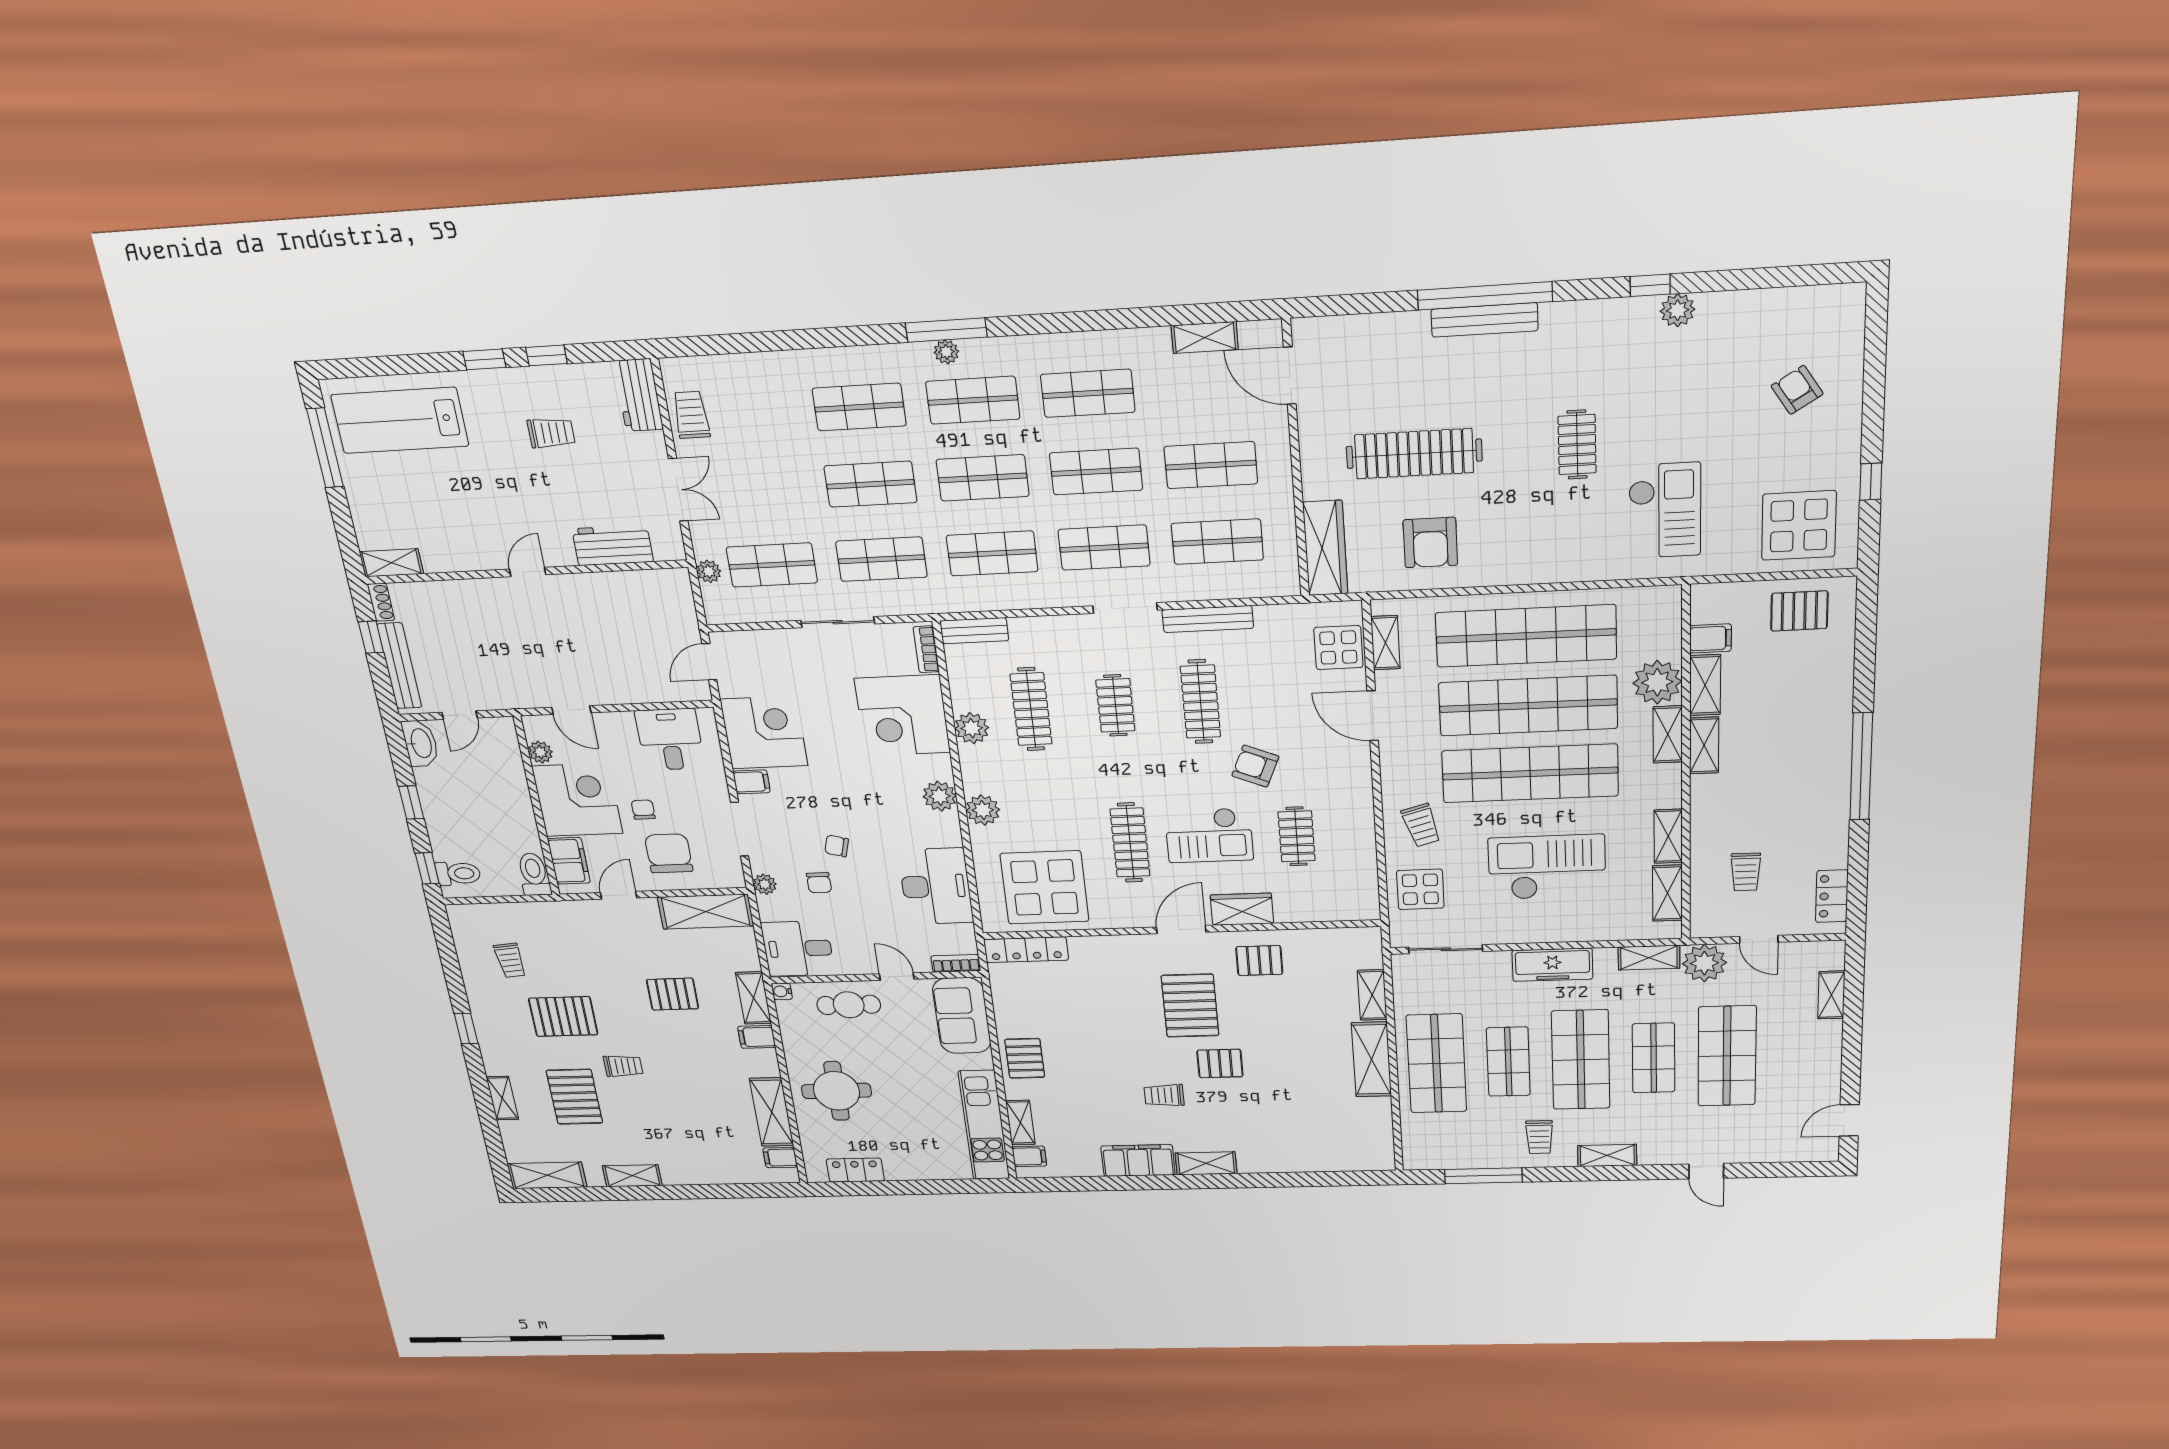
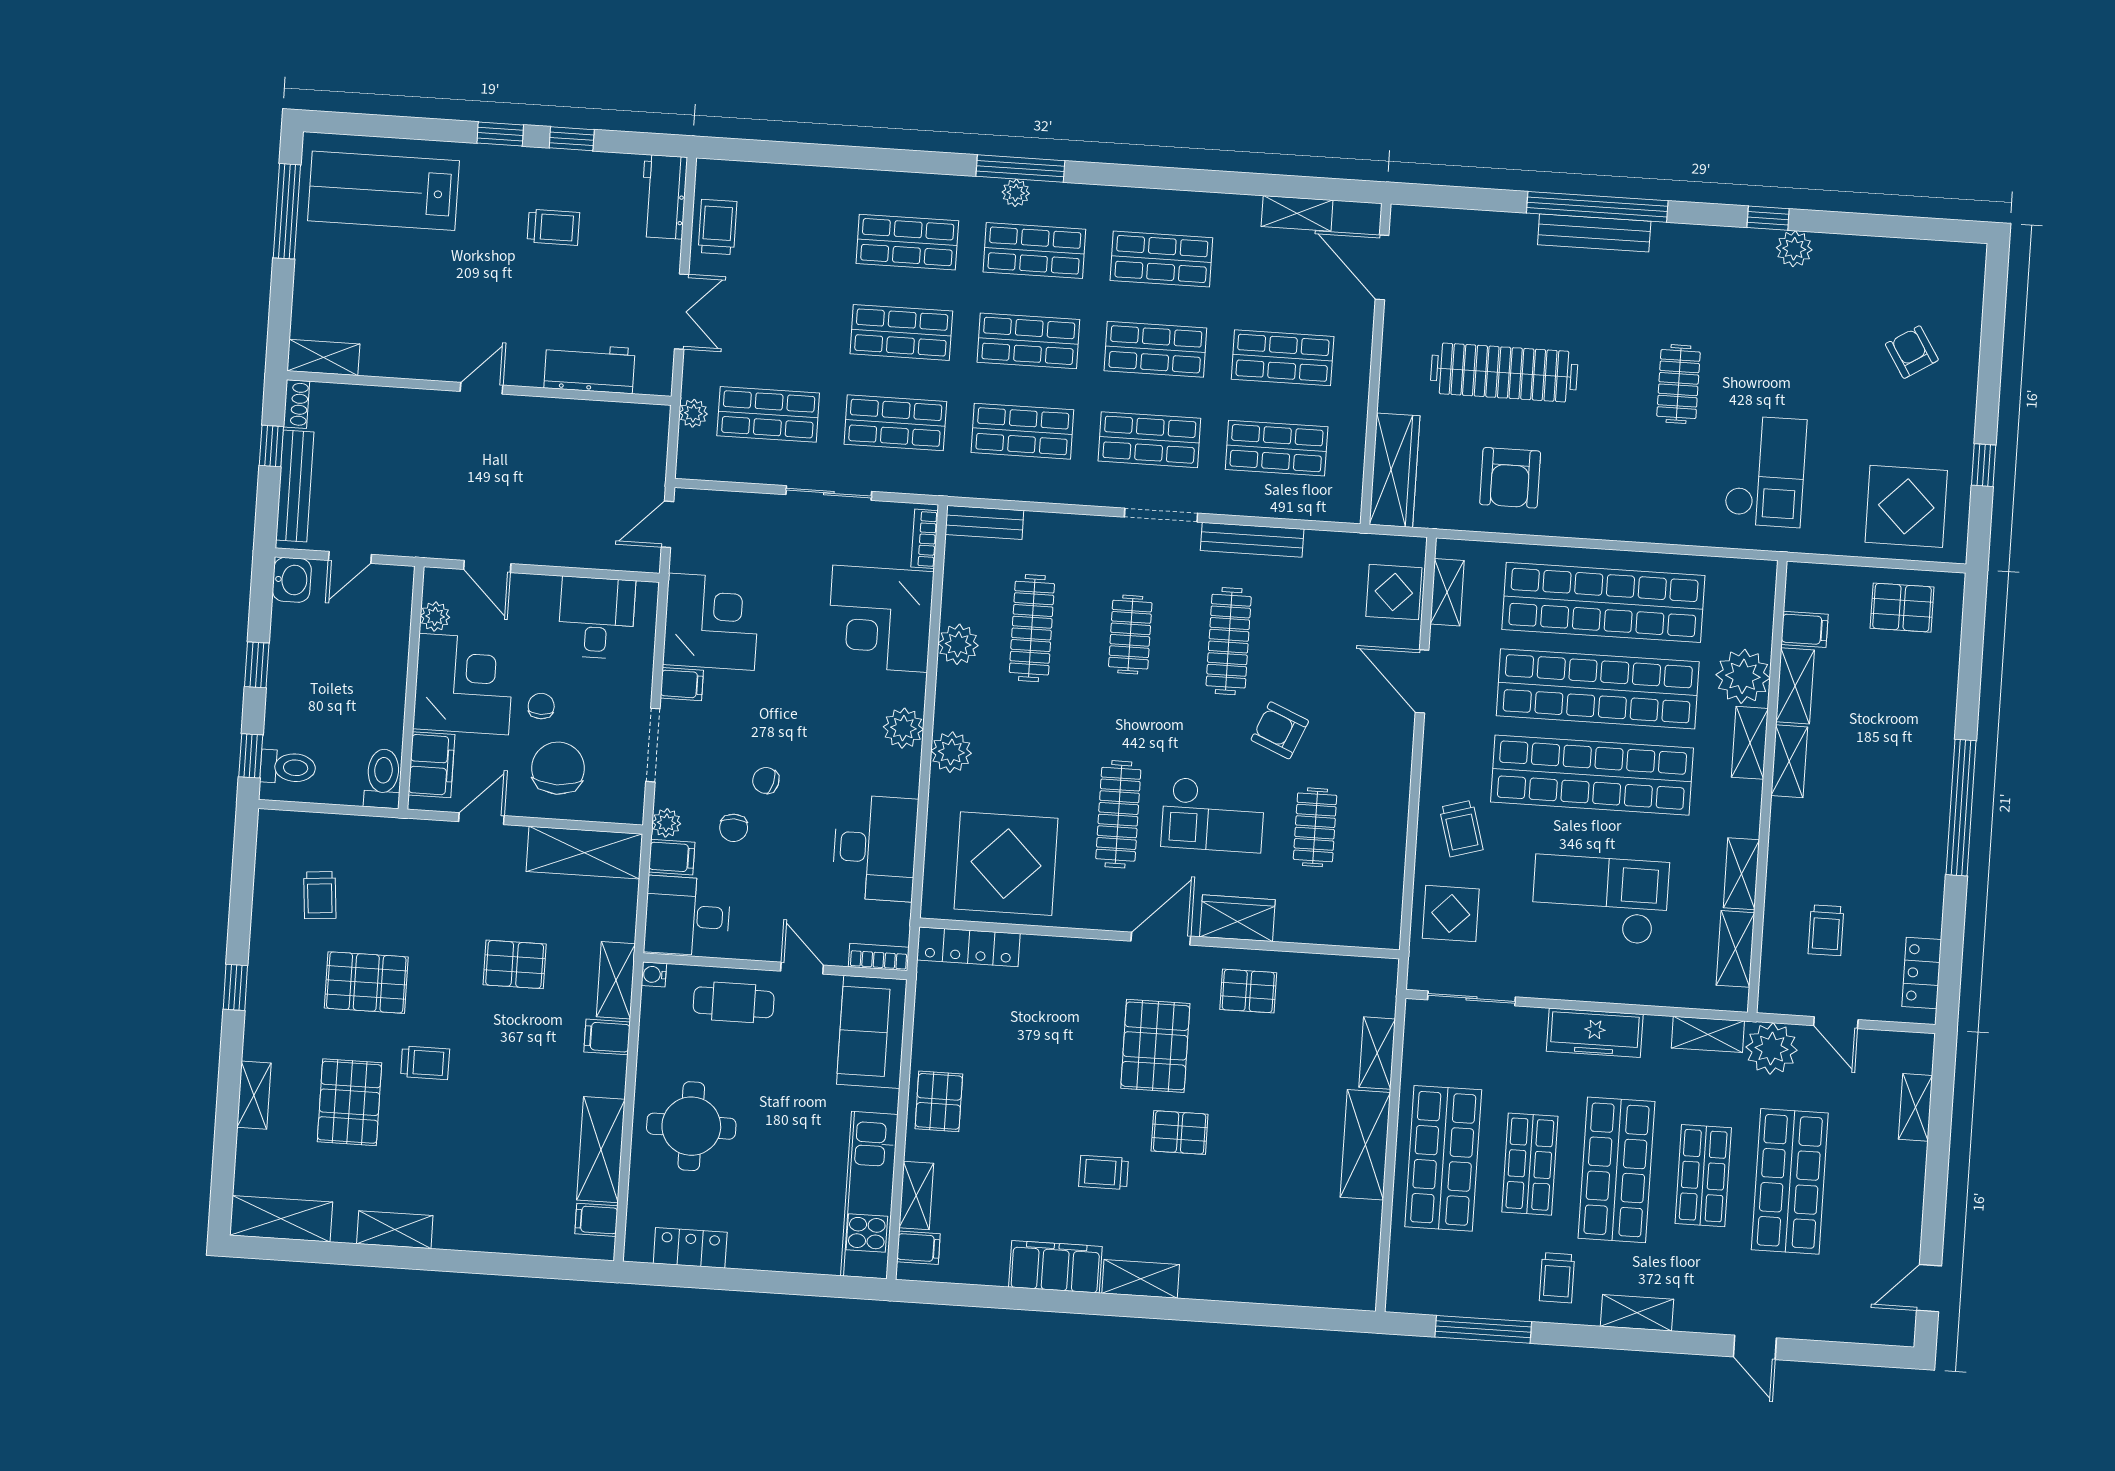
washbasin: (420, 743) -> (292, 580), width x0.72
filing cabinet: (775, 908) -> (672, 857), added

